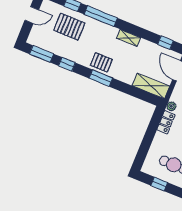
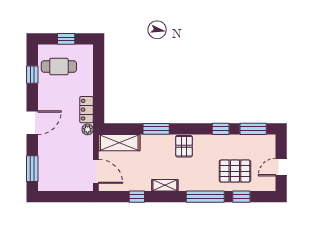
window: (165, 43) -> (137, 197), moved
pallet: (101, 62) -> (184, 146), turned 90
window: (101, 78) -> (156, 129), moved

